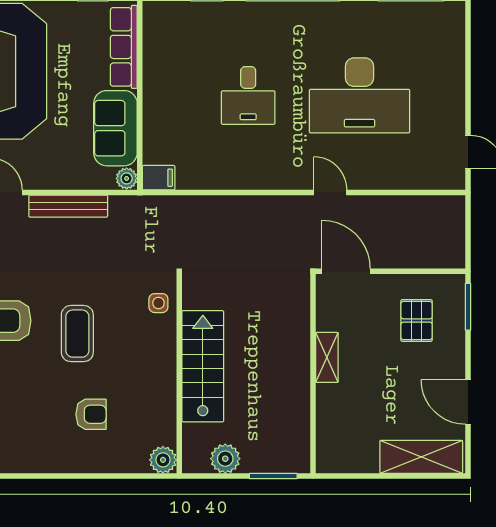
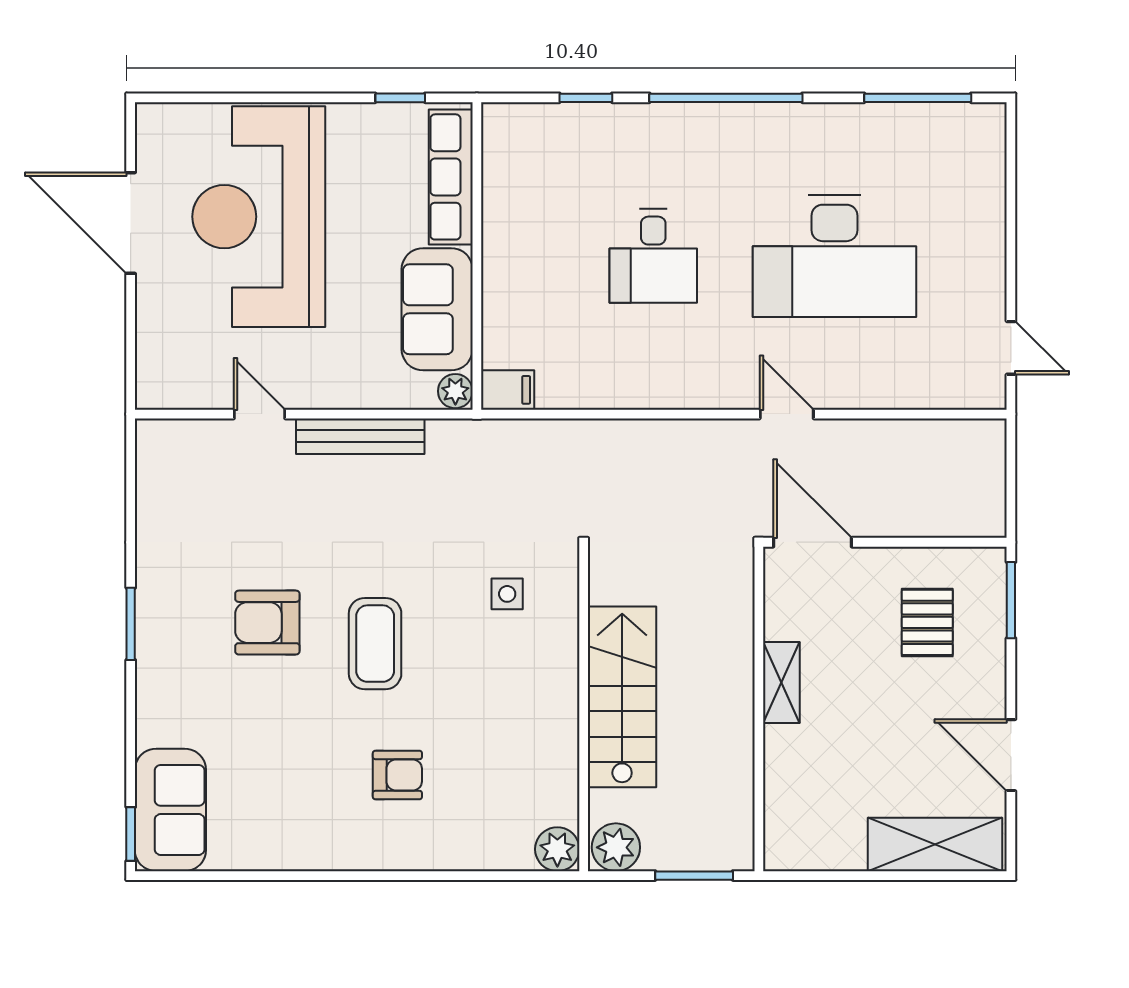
stairs: (203, 366) -> (622, 697), moved
wall: (179, 374) -> (584, 709), moved
plant: (163, 460) -> (557, 849), moved

